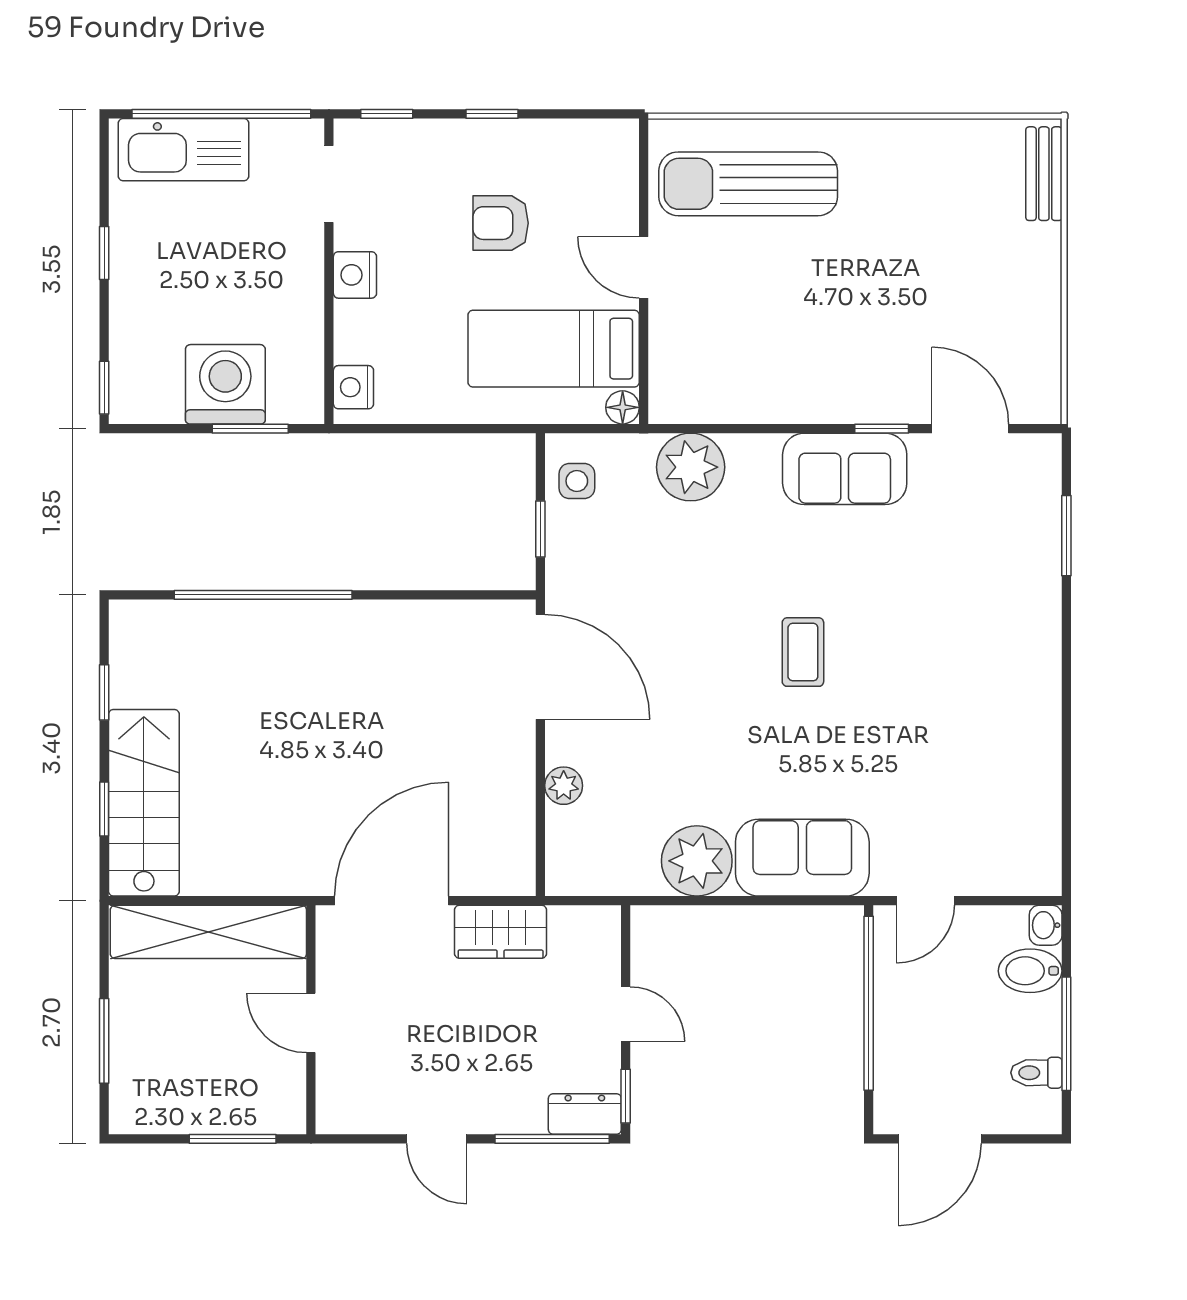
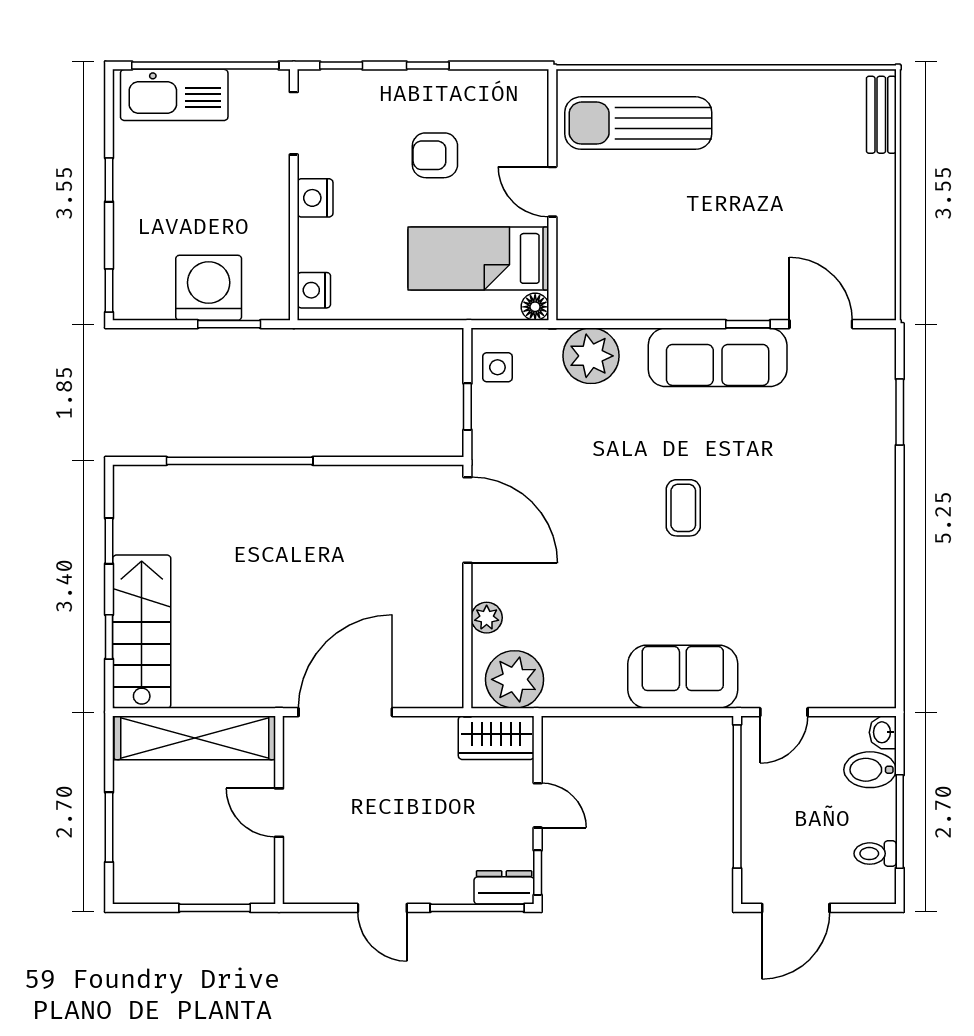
sofa: (845, 469) -> (718, 357), width x1.36
plant: (697, 861) -> (515, 679), moved
wardrobe: (501, 932) -> (496, 738), moved

